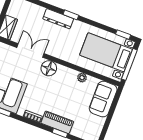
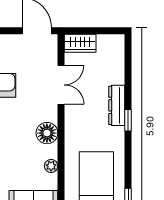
floor lamp: (49, 68) -> (47, 133), moved

